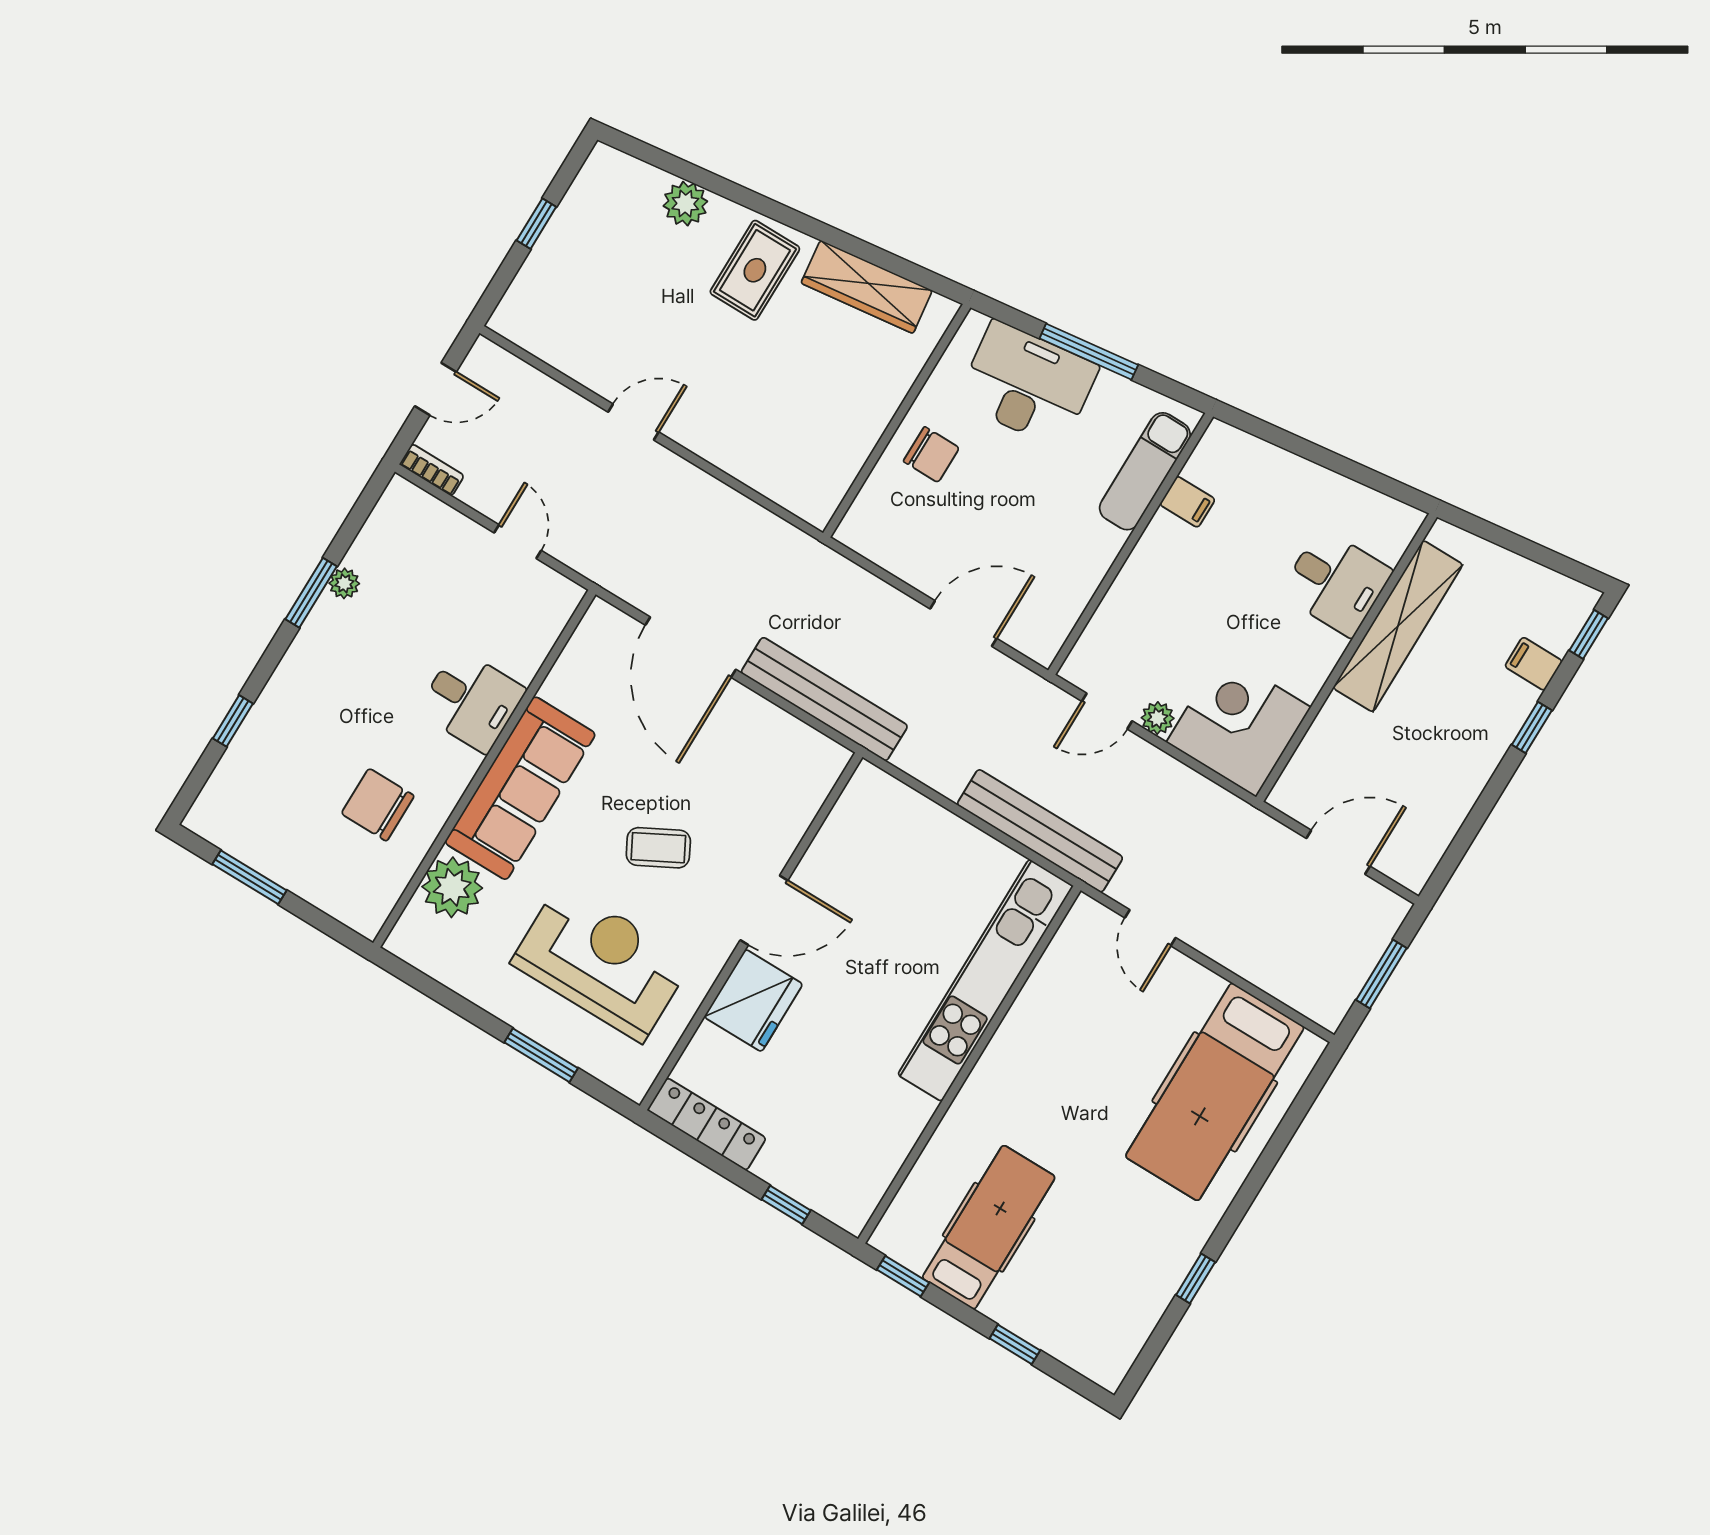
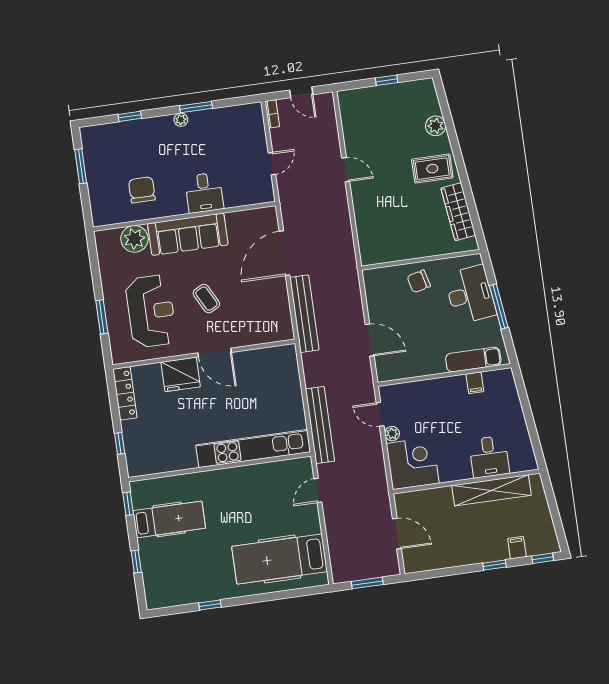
chair: (931, 455) -> (419, 281), turned 76
plant: (344, 583) -> (181, 120), moved

